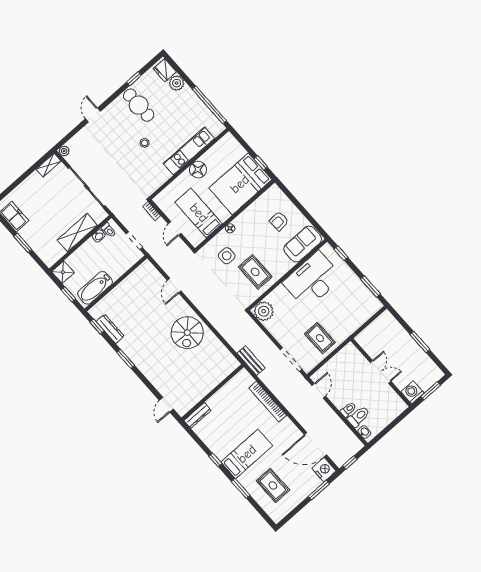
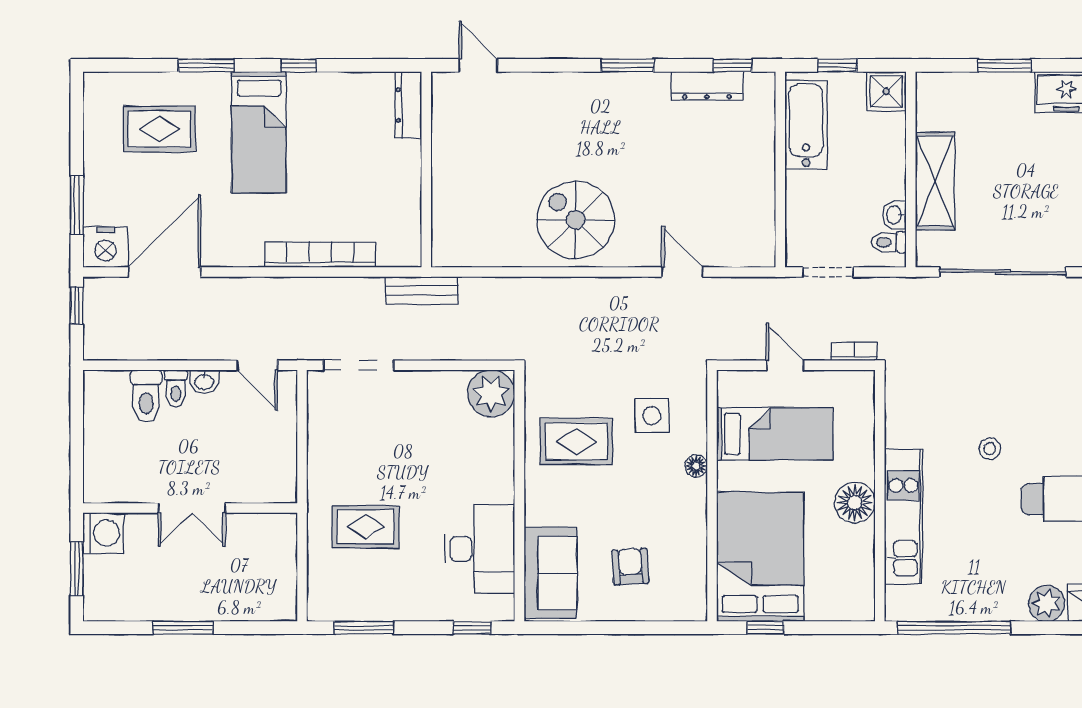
desk: (312, 280) -> (480, 549), width x0.73, depth x0.77
rug: (320, 338) -> (366, 527), moved
washbasin: (364, 432) -> (204, 381), moved

